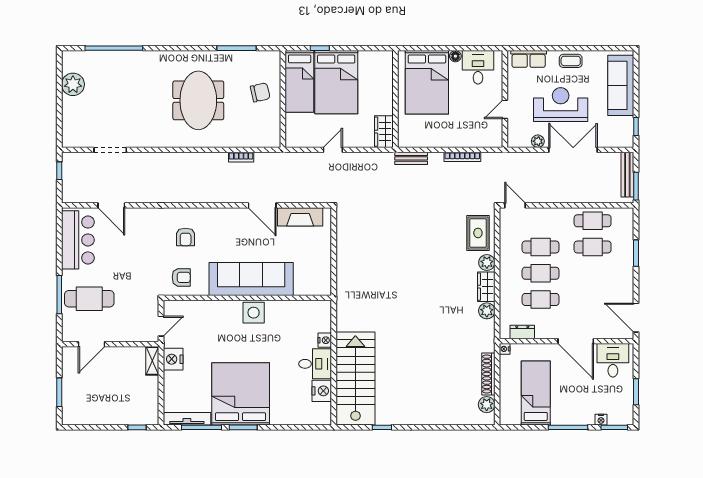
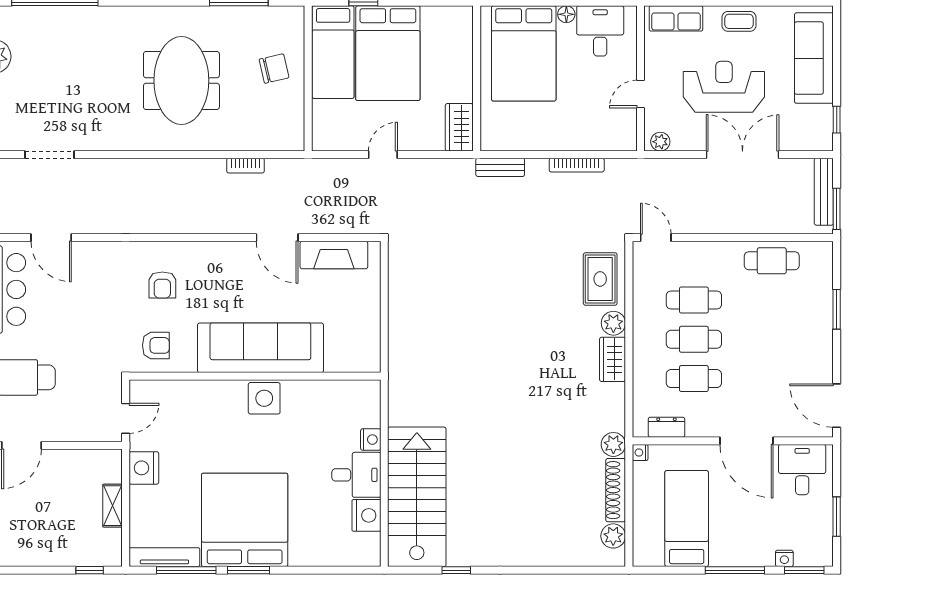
plant: (538, 141) -> (660, 142), moved
cafe table: (593, 247) -> (772, 300), removed
plant: (487, 311) -> (613, 444), moved
shelving: (152, 361) -> (113, 506), moved

